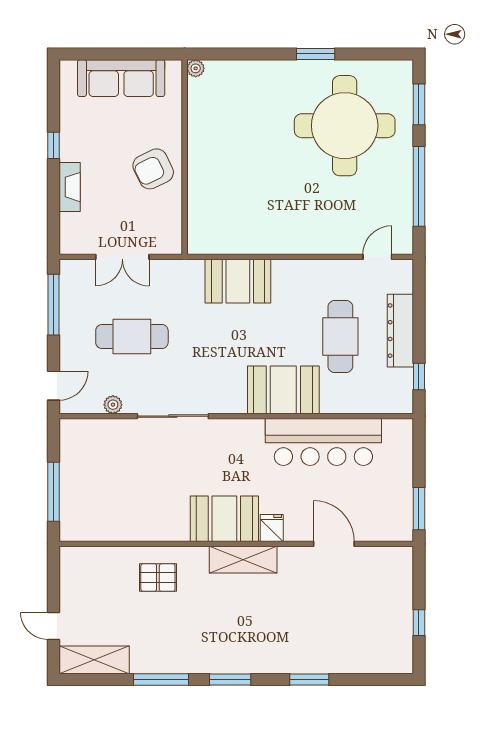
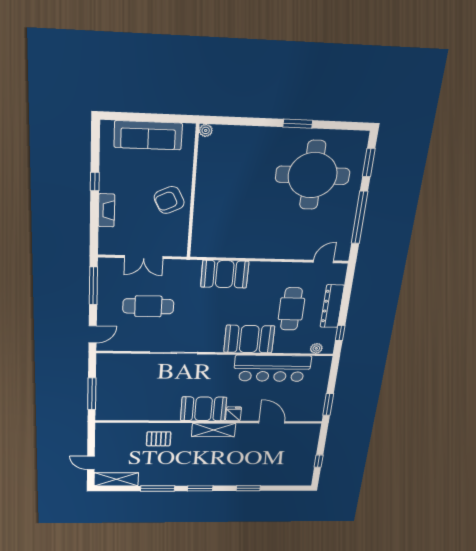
plant: (113, 405) -> (316, 348), moved

